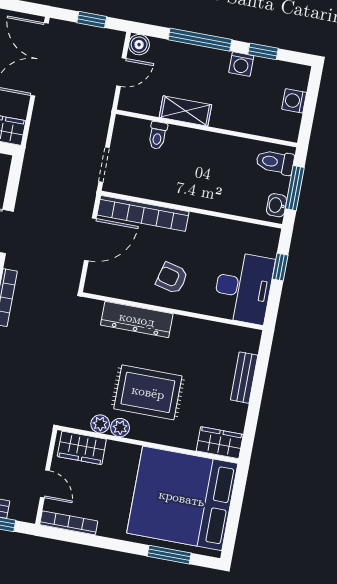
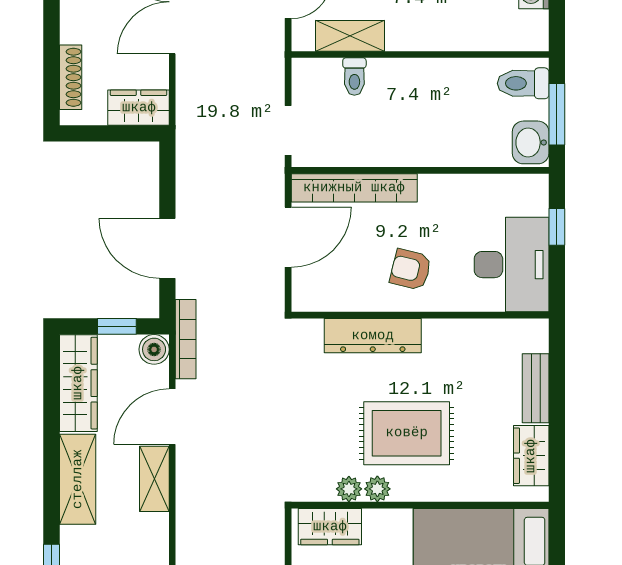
shelving: (185, 111) -> (350, 36), moved
washbasin: (277, 205) -> (531, 142), width x1.38, depth x1.45
wardrobe: (220, 443) -> (531, 456), moved, turned -90

